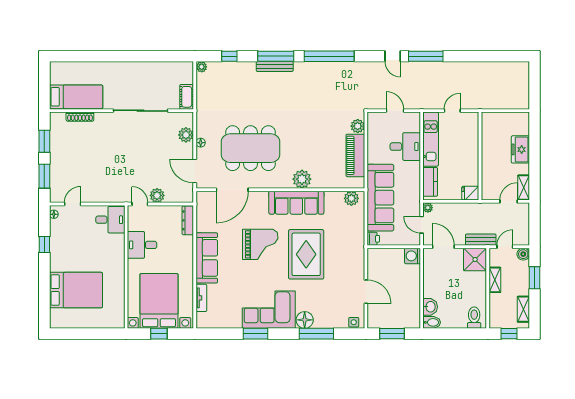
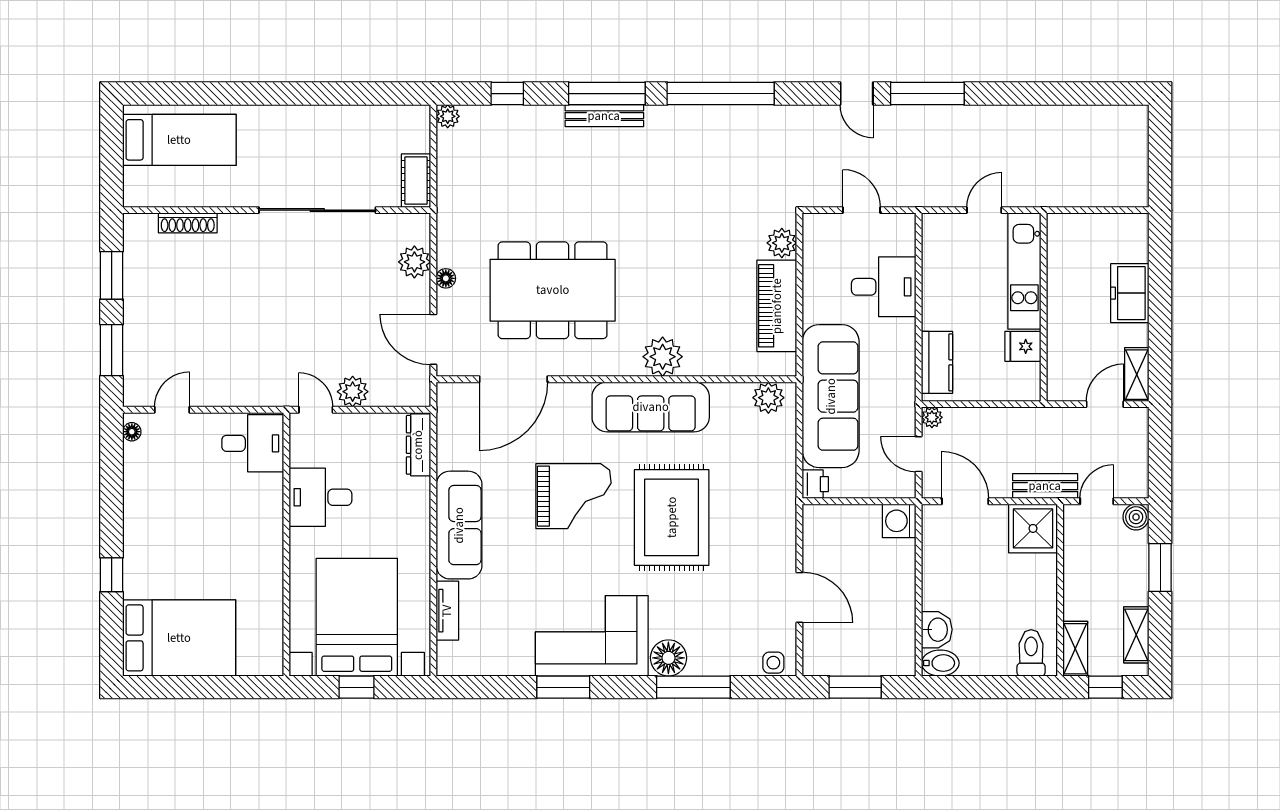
bed: (76, 97) -> (179, 140), moved
kitchen unit: (431, 139) -> (1024, 271), moved, turned 180
fridge: (470, 193) -> (1023, 346), moved
window: (44, 244) -> (112, 575), moved
shelving: (495, 280) -> (1075, 649), moved
bed: (76, 290) -> (179, 638), moved

